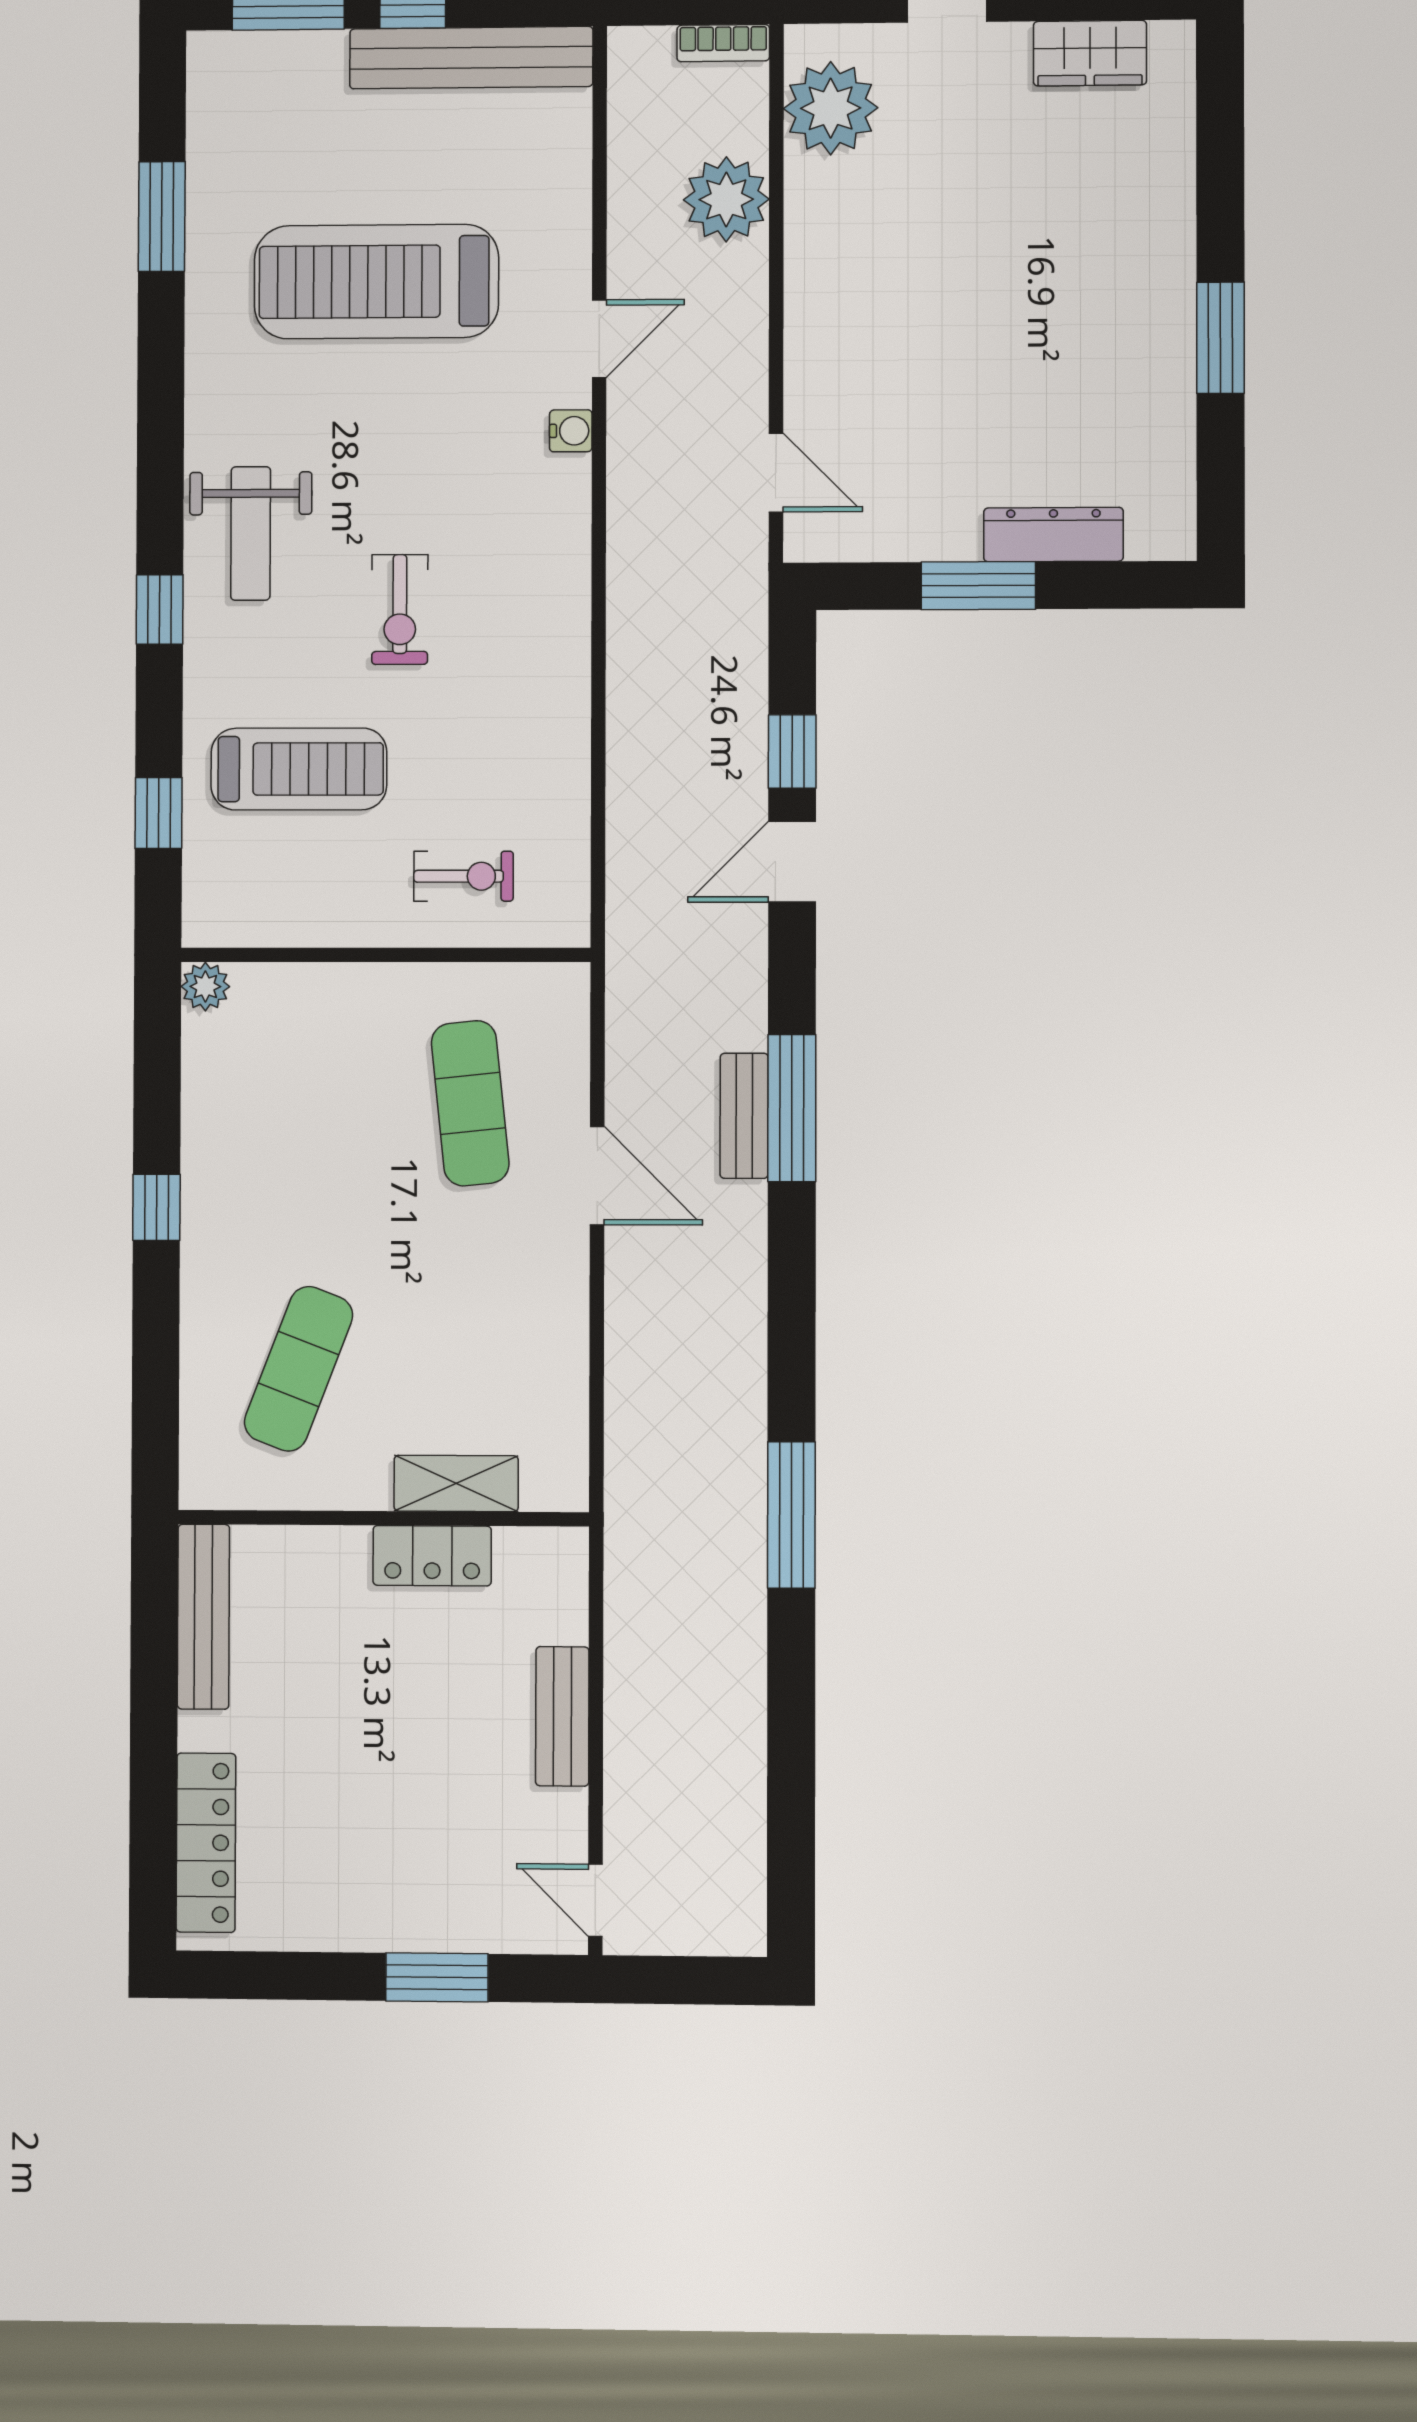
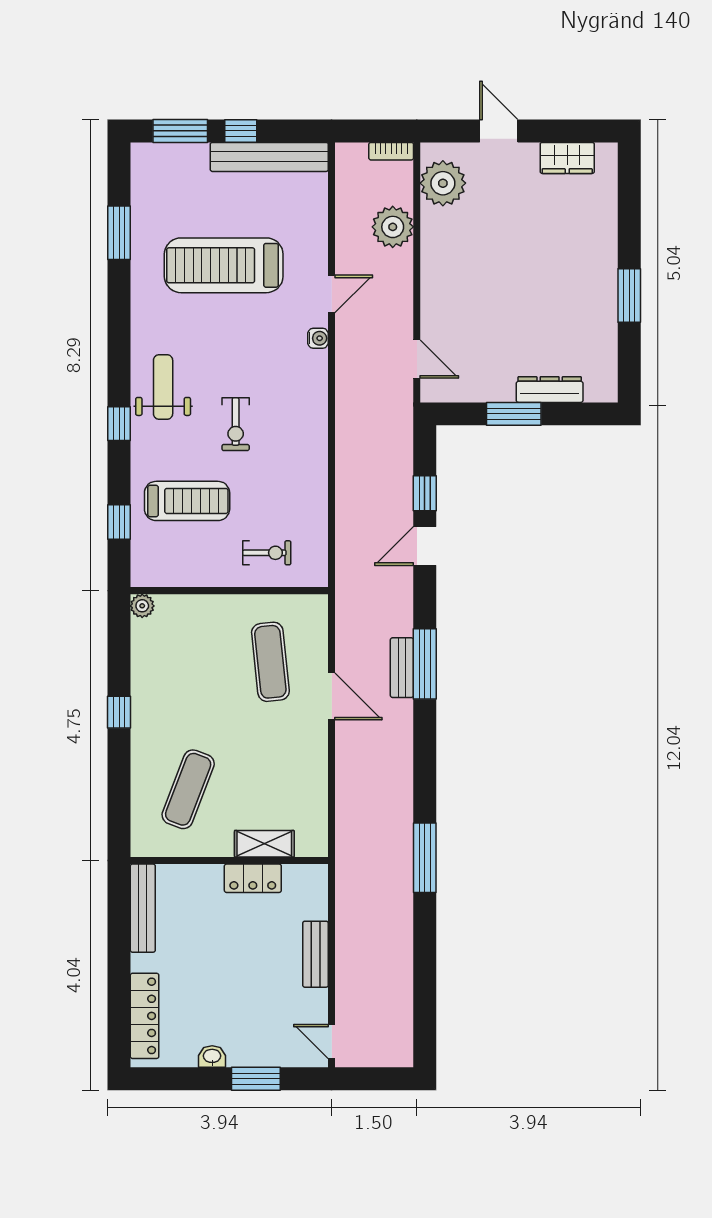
weight bench: (251, 533) -> (163, 387), turned 180
washbasin: (346, 1930) -> (212, 1057), added

